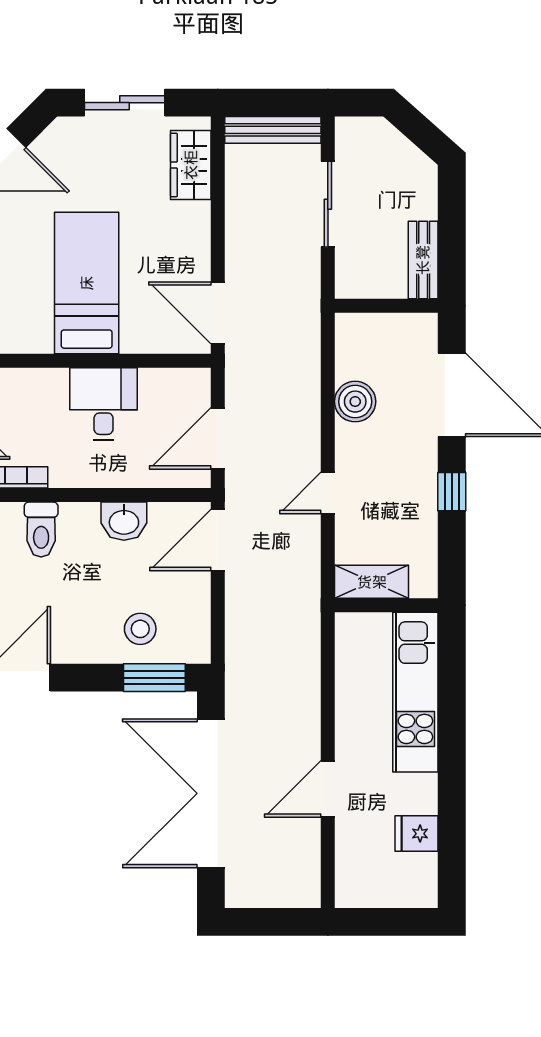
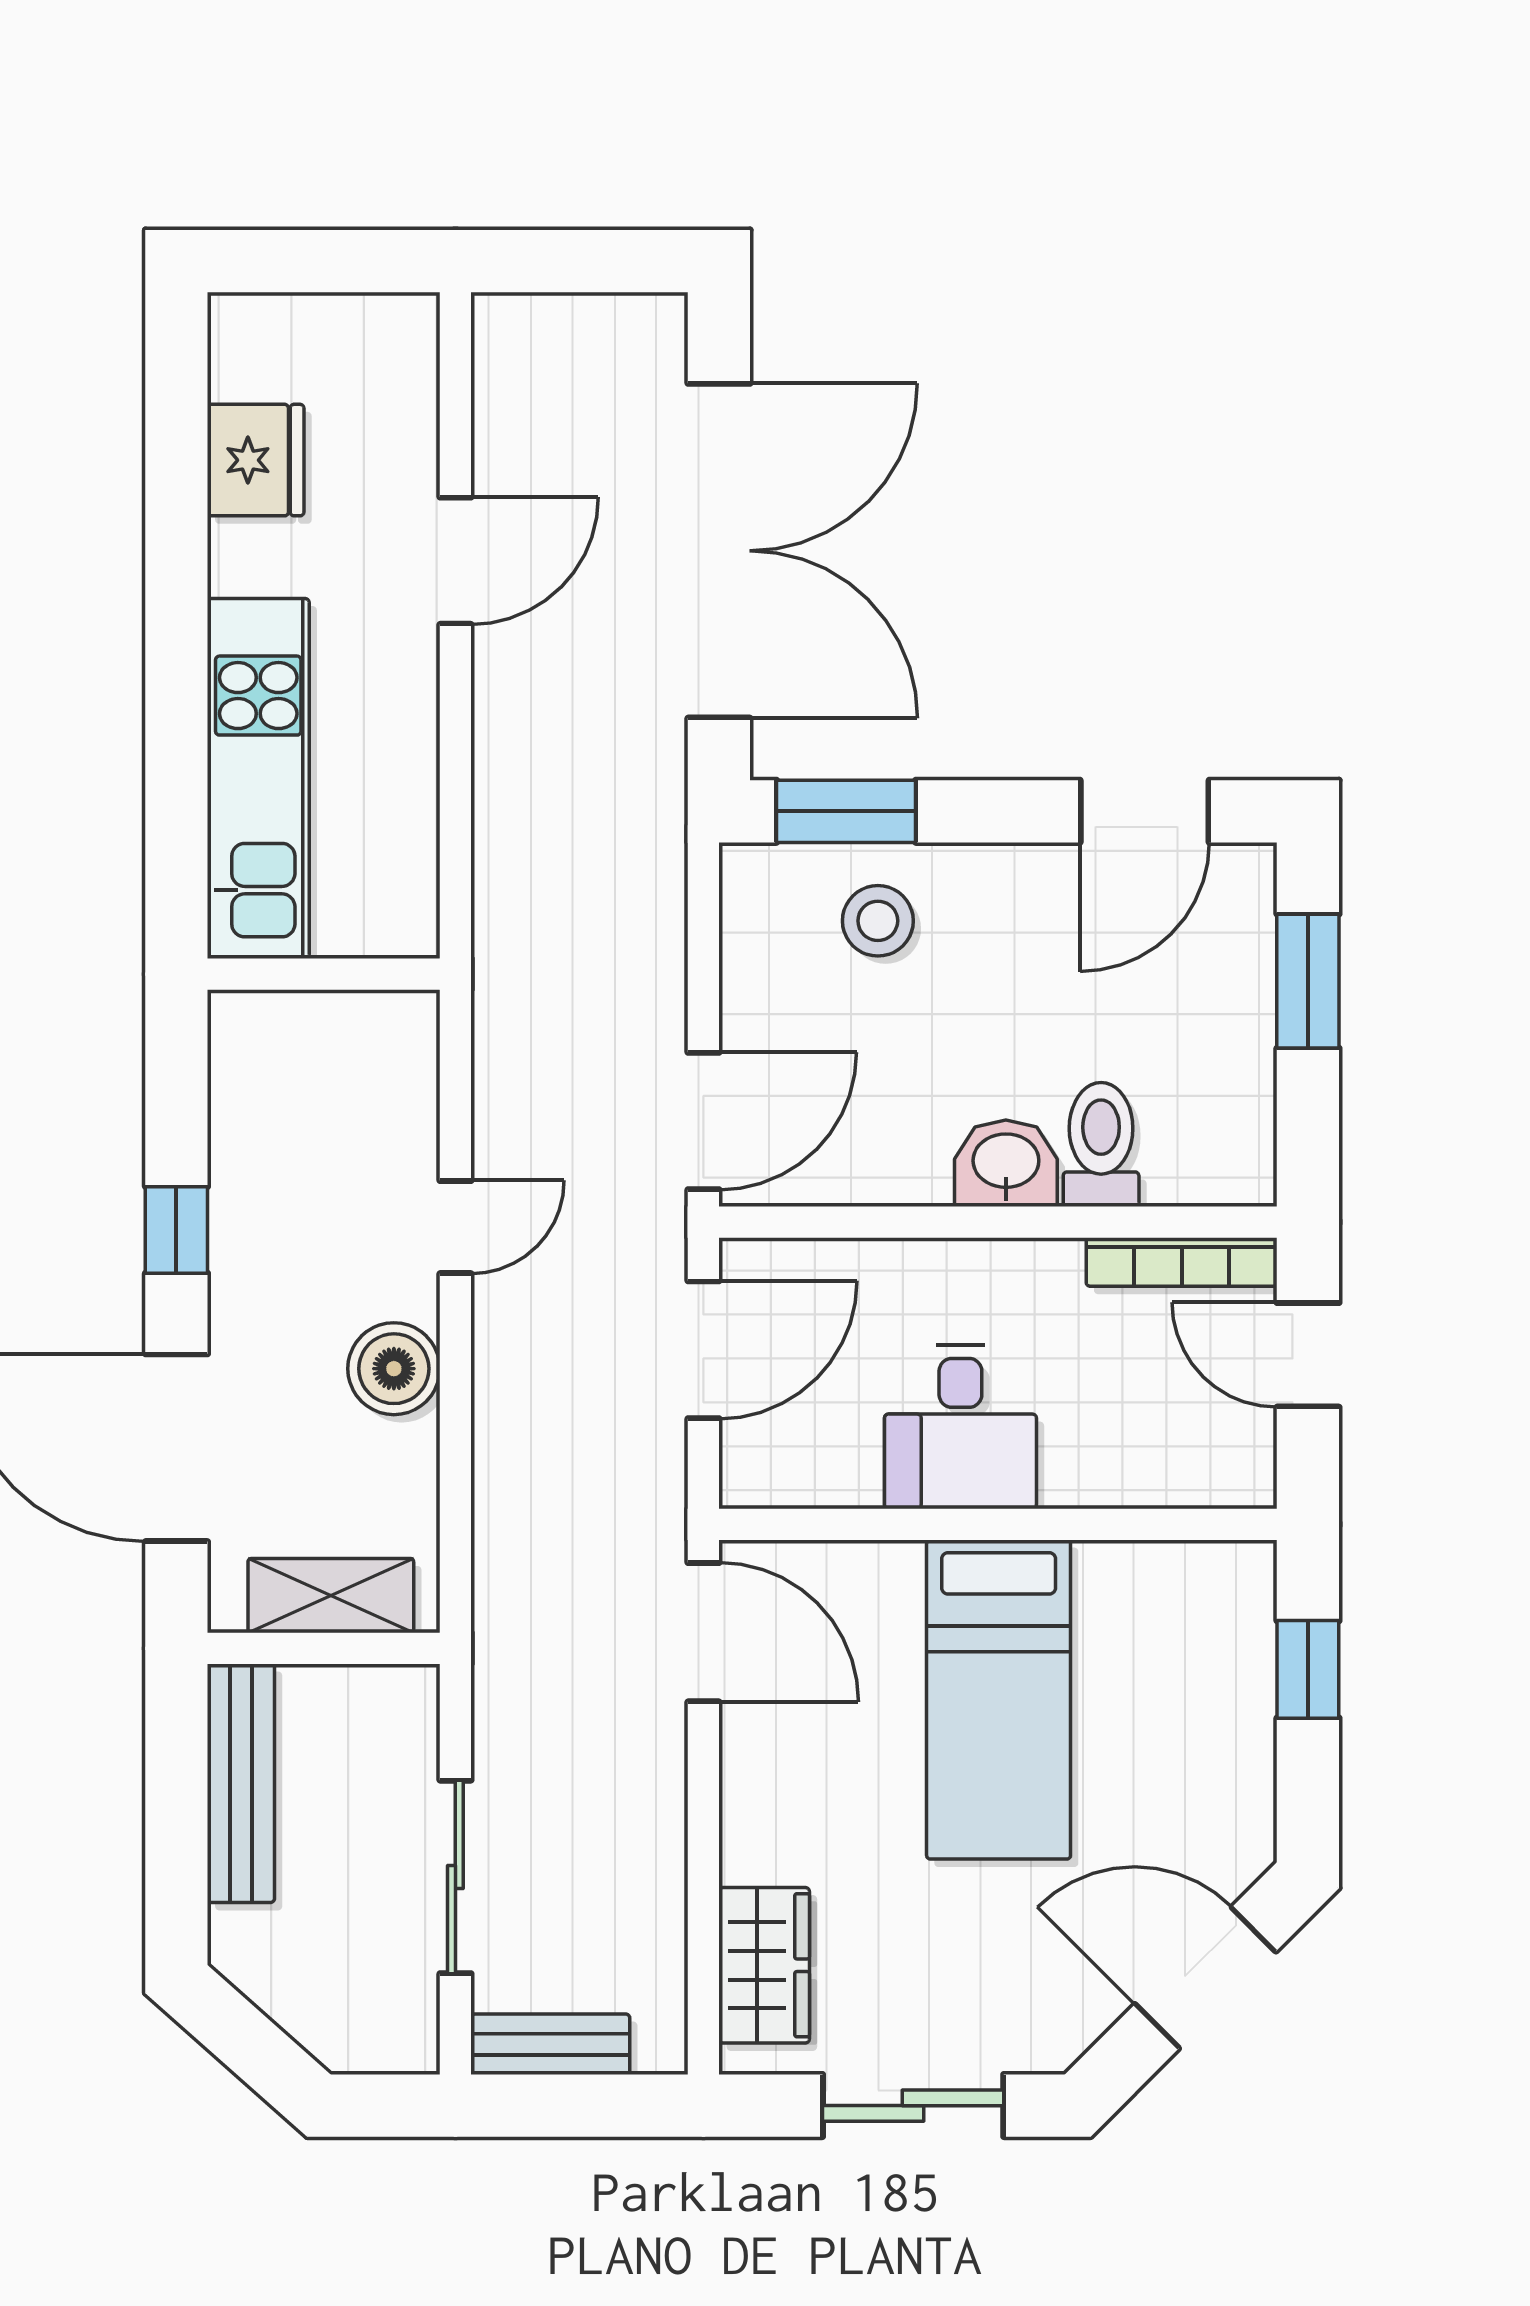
bench: (273, 130) -> (550, 2044), width x0.73
bench: (423, 260) -> (241, 1783), width x1.36
boiler: (355, 402) -> (394, 1369), moved
washbasin: (124, 521) -> (1006, 1163), moved
shelving: (372, 582) -> (331, 1596), moved
fridge: (417, 834) -> (256, 460), width x1.38

